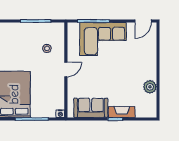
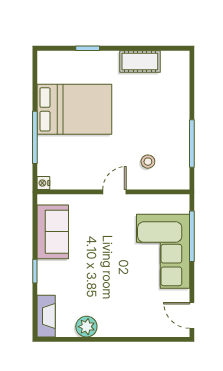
door: (66, 69) -> (114, 192), swing flipped
fireplace: (122, 112) -> (46, 316), moved

